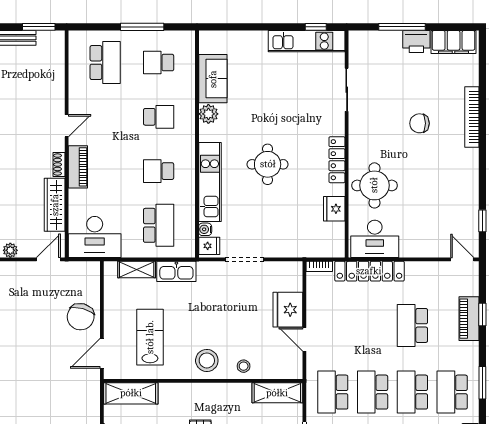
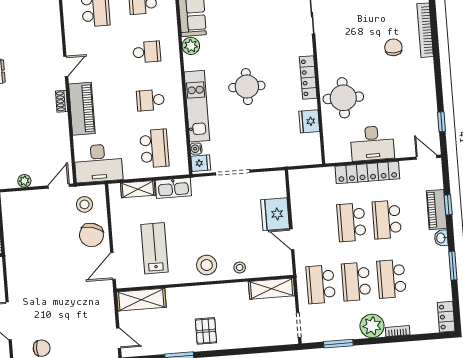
chair: (419, 123) -> (393, 47), moved, turned 90
piano: (78, 167) -> (82, 109), width x1.37, depth x1.33
wardrobe: (55, 205) -> (61, 137), removed
desk: (375, 239) -> (372, 143), moved
bookcase: (319, 266) -> (300, 174), removed
locker: (369, 271) -> (367, 173), moved
stool: (76, 282) -> (84, 204), added
washbasin: (472, 351) -> (441, 238), added
school desk: (452, 392) -> (351, 222), moved

